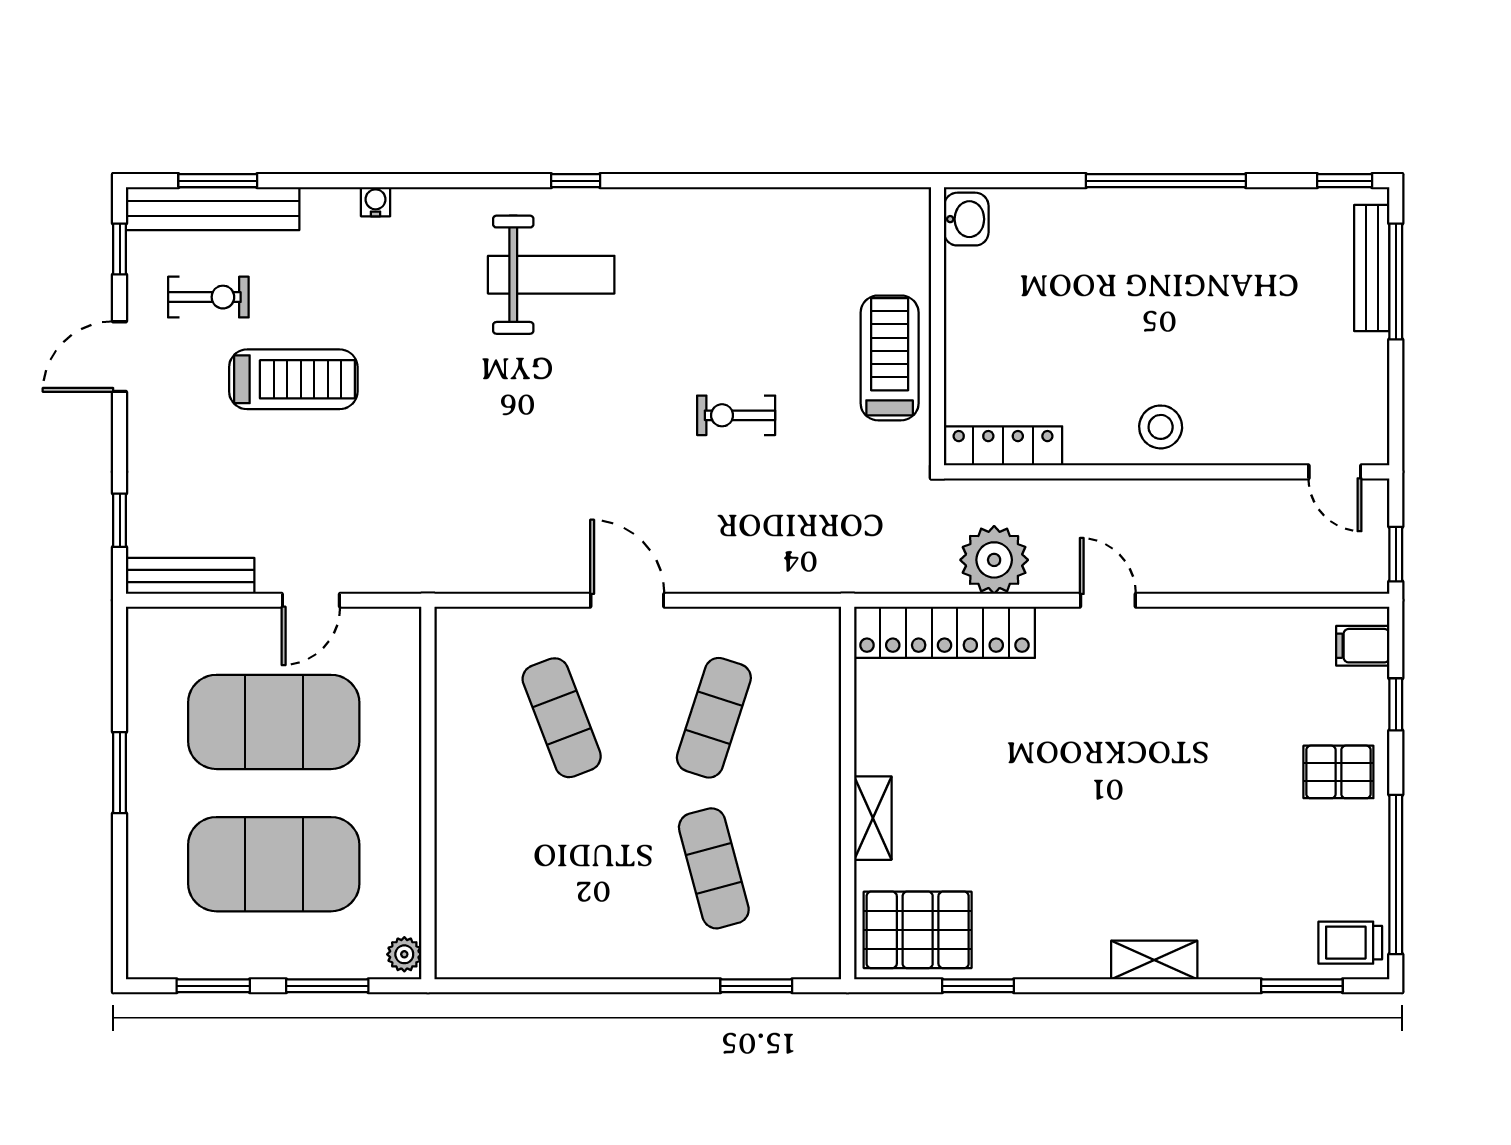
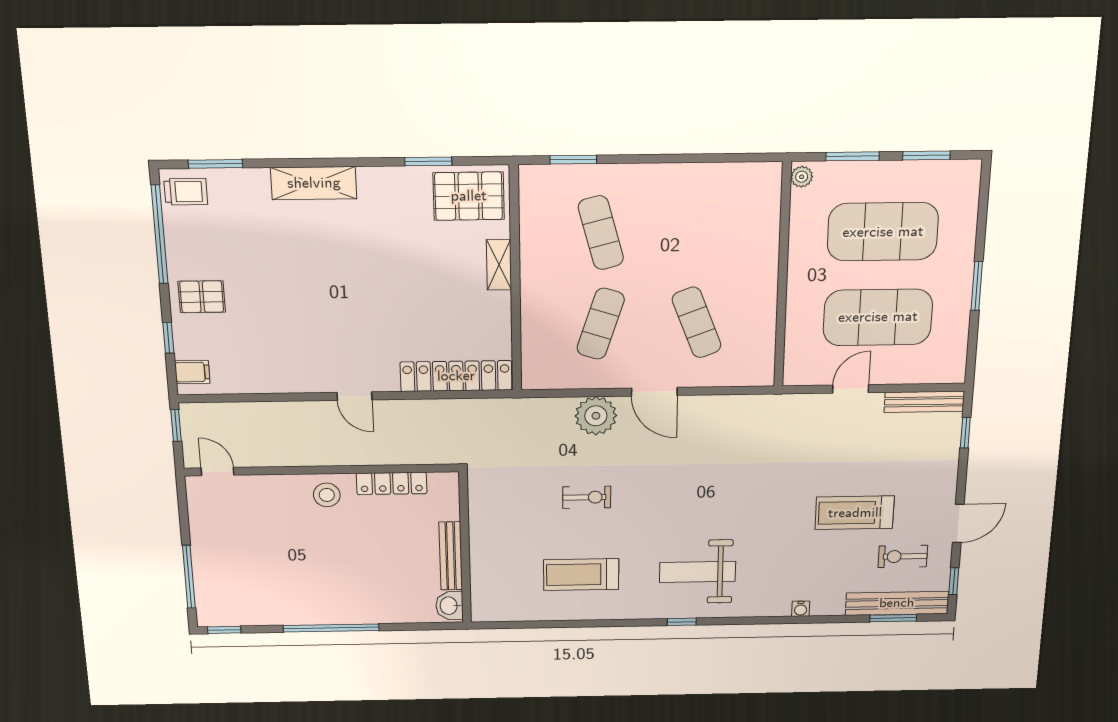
bench: (1372, 268) -> (451, 556), moved
treadmill: (890, 358) -> (581, 575), moved, turned 90
locker: (1003, 446) -> (392, 483), moved
plant: (994, 560) -> (596, 416), moved
shelving: (1154, 960) -> (314, 183), width x1.50, depth x1.33

